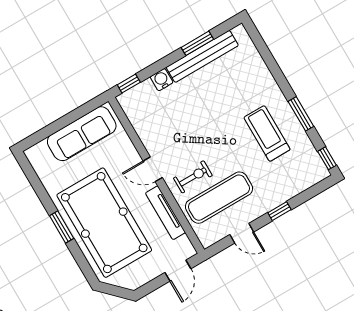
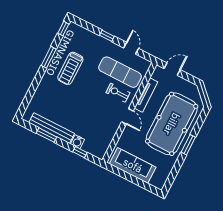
window: (129, 84) -> (80, 152), moved

